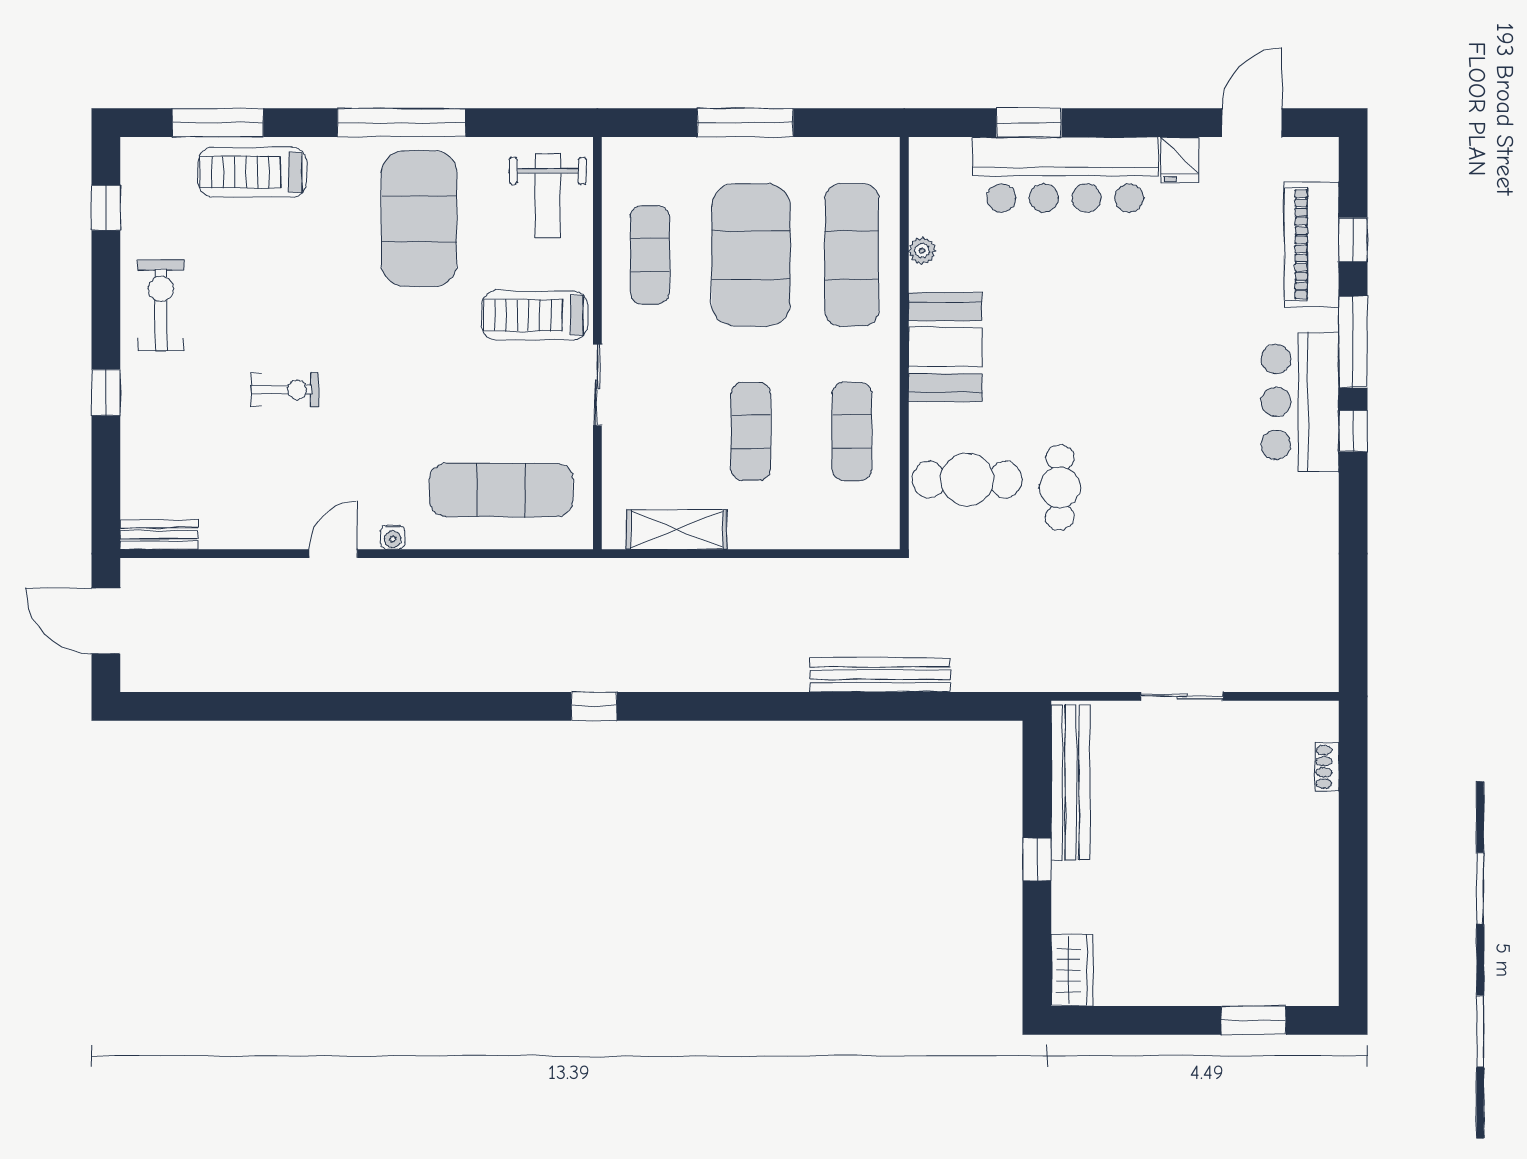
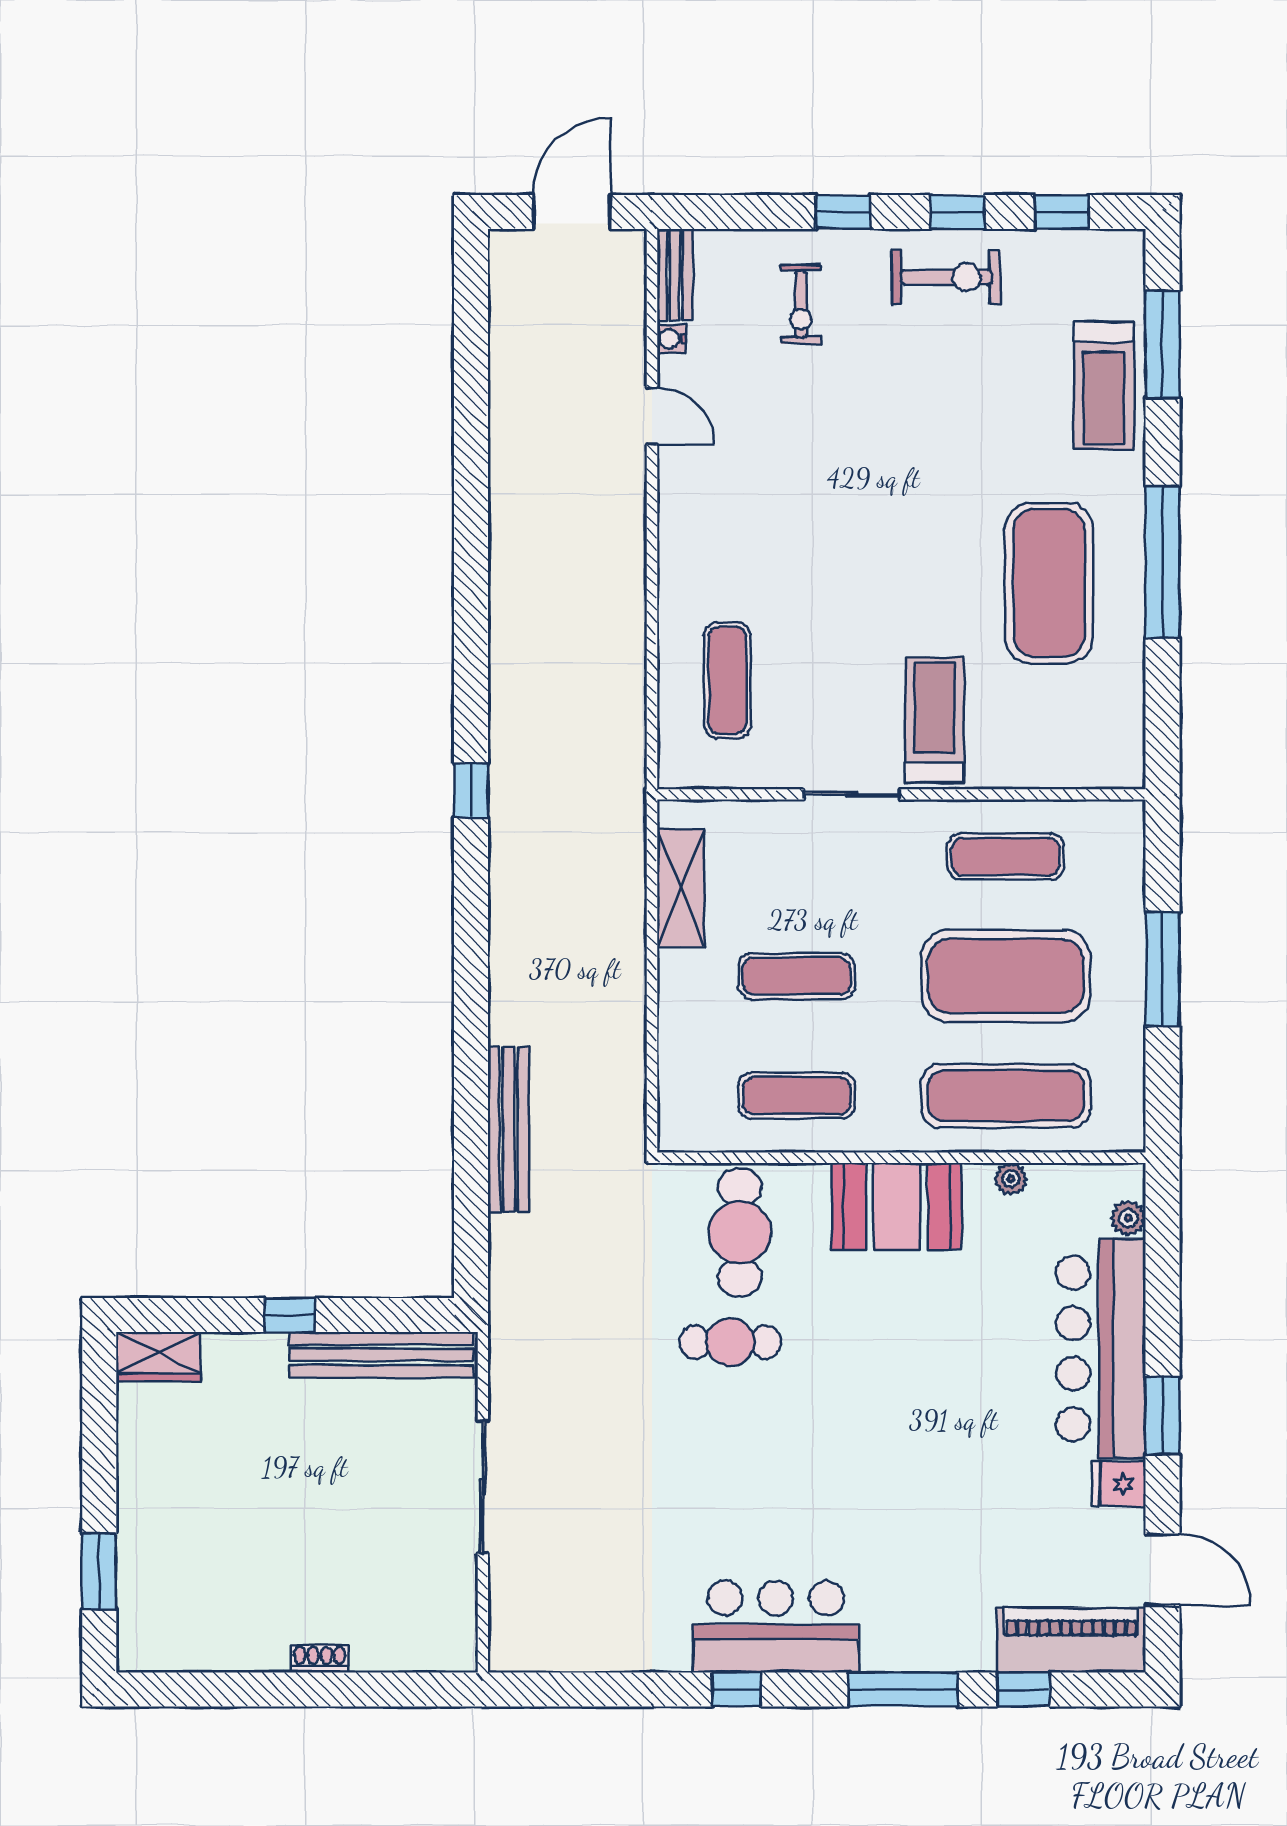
window: (1029, 123) -> (1162, 1416), moved
plant: (955, 152) -> (1128, 1218), added
treadmill: (252, 172) -> (1104, 385), turned 180
weight bench: (548, 196) -> (1076, 736), removed
exercise mat: (419, 218) -> (1049, 583), turned 90
piano: (1312, 244) -> (1071, 1640), moved
window: (106, 296) -> (958, 212), added
exercise bike: (285, 390) -> (801, 304), moved
bar counter: (1300, 402) -> (776, 1627), moved
window: (1353, 431) -> (736, 1689), moved
exercise mat: (501, 490) -> (727, 680), width x0.73, depth x0.69
water cooler: (393, 537) -> (671, 339), moved
door: (333, 554) -> (652, 416), moved
sliding door: (1182, 696) -> (483, 1487), width x1.37
shoe rack: (1327, 767) -> (320, 1659), moved

